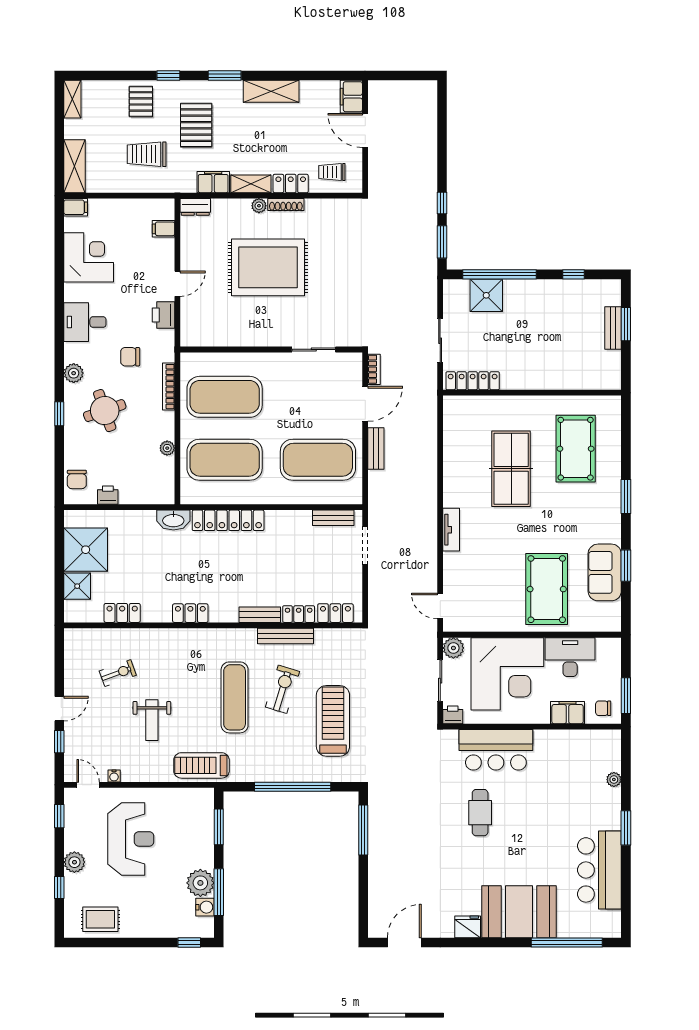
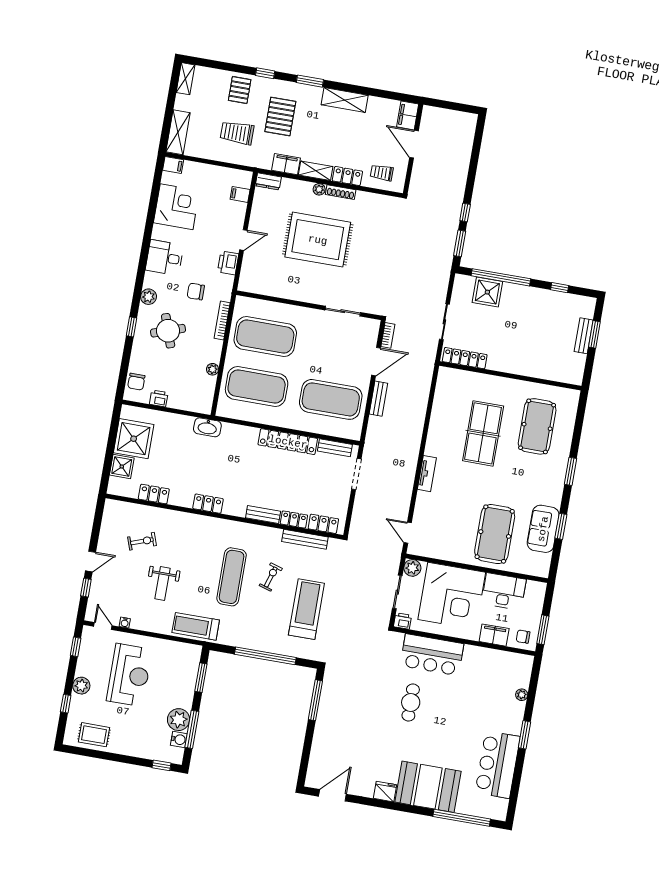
locker: (228, 520) -> (288, 442), moved
bench: (286, 636) -> (305, 539), moved
exercise bike: (283, 689) -> (271, 577), width x0.73, depth x0.72

